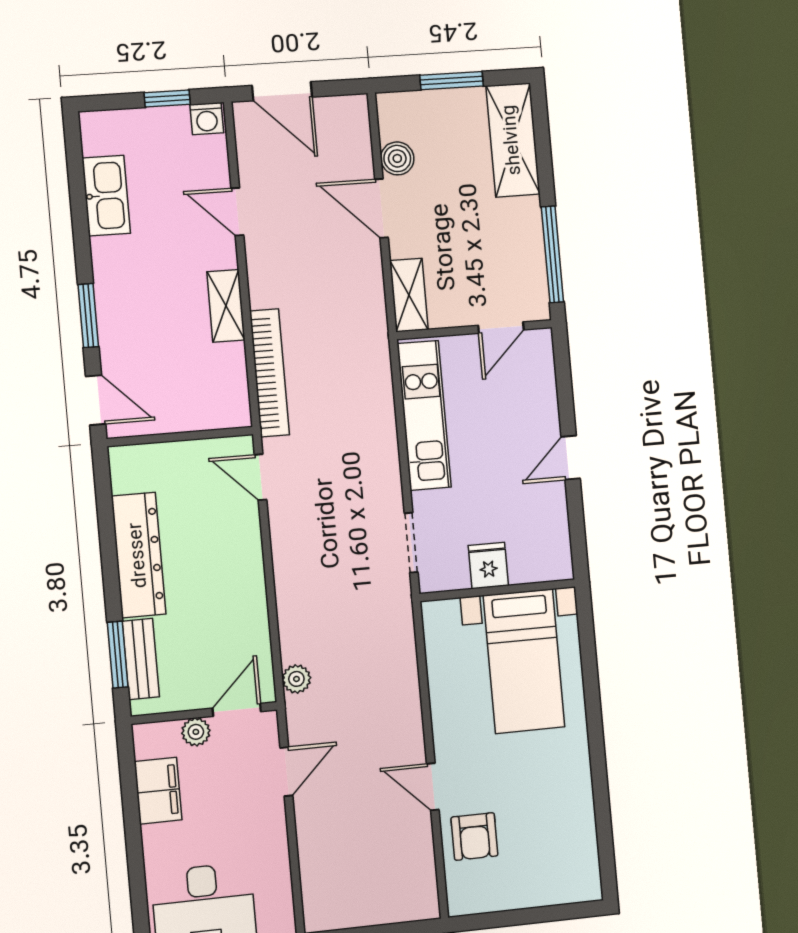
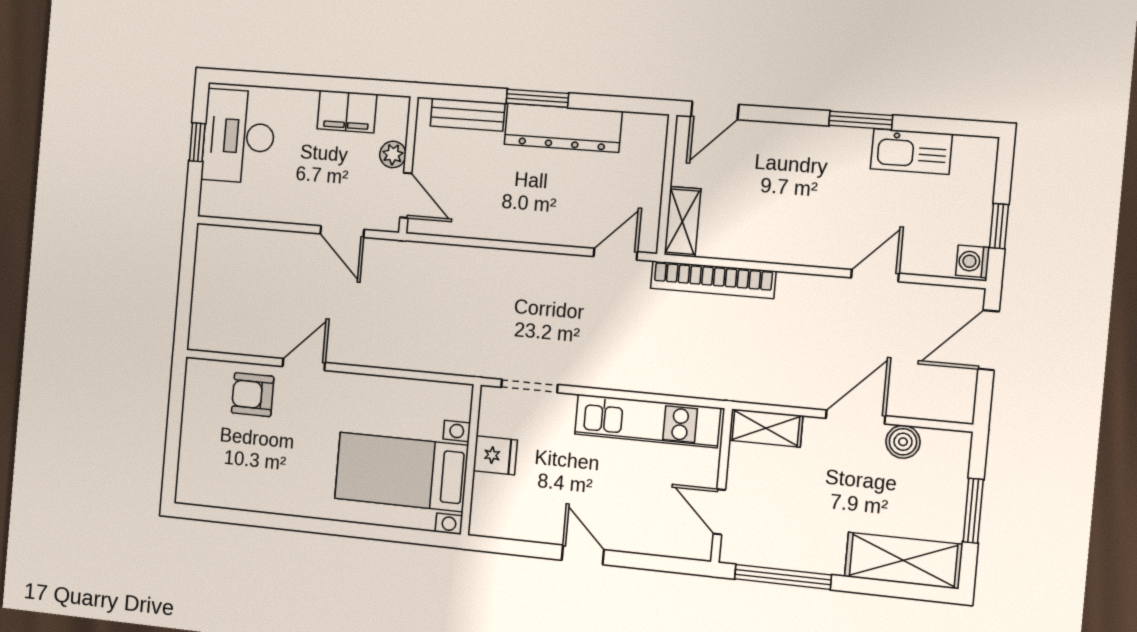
shelving: (226, 306) -> (682, 222), moved, turned 90
window: (88, 316) -> (861, 120), moved
window: (118, 655) -> (537, 98), moved
plant: (296, 679) -> (424, 255), removed

